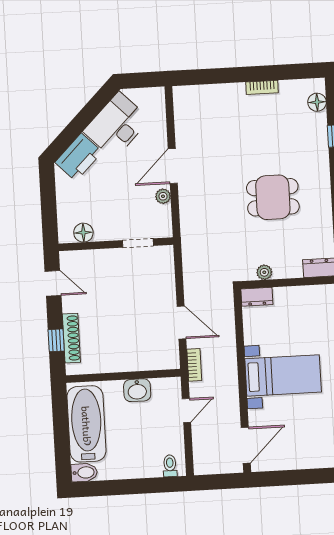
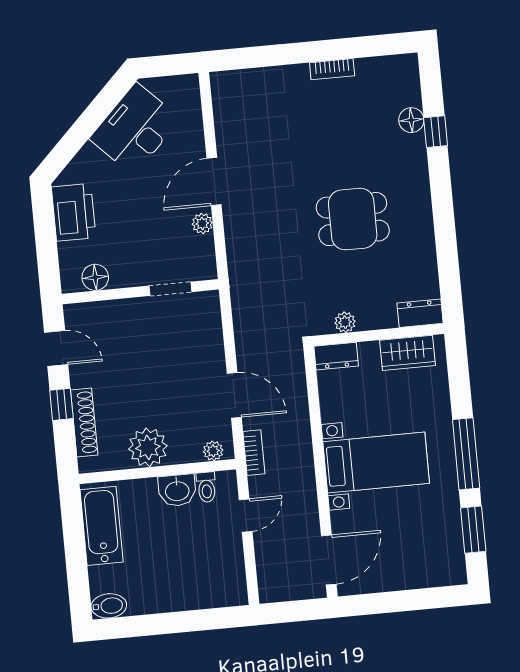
floor lamp: (317, 102) -> (411, 120), moved
printer: (79, 157) -> (74, 212), moved, turned -45
wardrobe: (309, 296) -> (407, 353), added
window: (56, 340) -> (61, 404), moved
plant: (117, 358) -> (148, 447), added
plant: (165, 362) -> (213, 451), added
bathtub: (86, 424) -> (102, 526), width x0.73, depth x0.73
toilet: (170, 466) -> (206, 487), moved, turned 180

